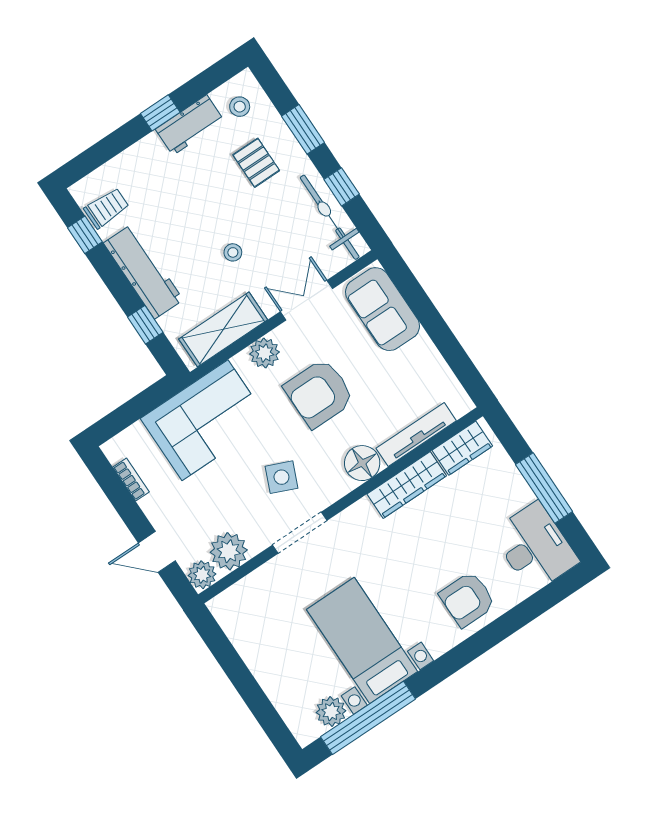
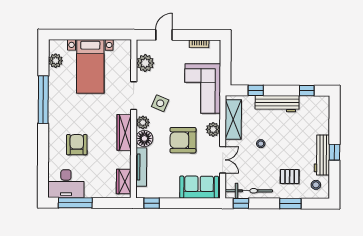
workbench: (190, 125) -> (322, 155), width x1.38
window: (342, 187) -> (241, 203), moved
trolley: (106, 208) -> (311, 106), removed
window: (467, 373) -> (152, 203), added
armchair: (319, 393) -> (183, 140), turned -90
wardrobe: (407, 485) -> (124, 132), moved
window: (544, 488) -> (75, 203), moved
plant: (202, 575) -> (143, 122), moved
armchair: (467, 599) -> (77, 145), moved
bed with nightstands: (362, 640) -> (90, 66), moved, turned 90
window: (368, 718) -> (43, 100), moved

